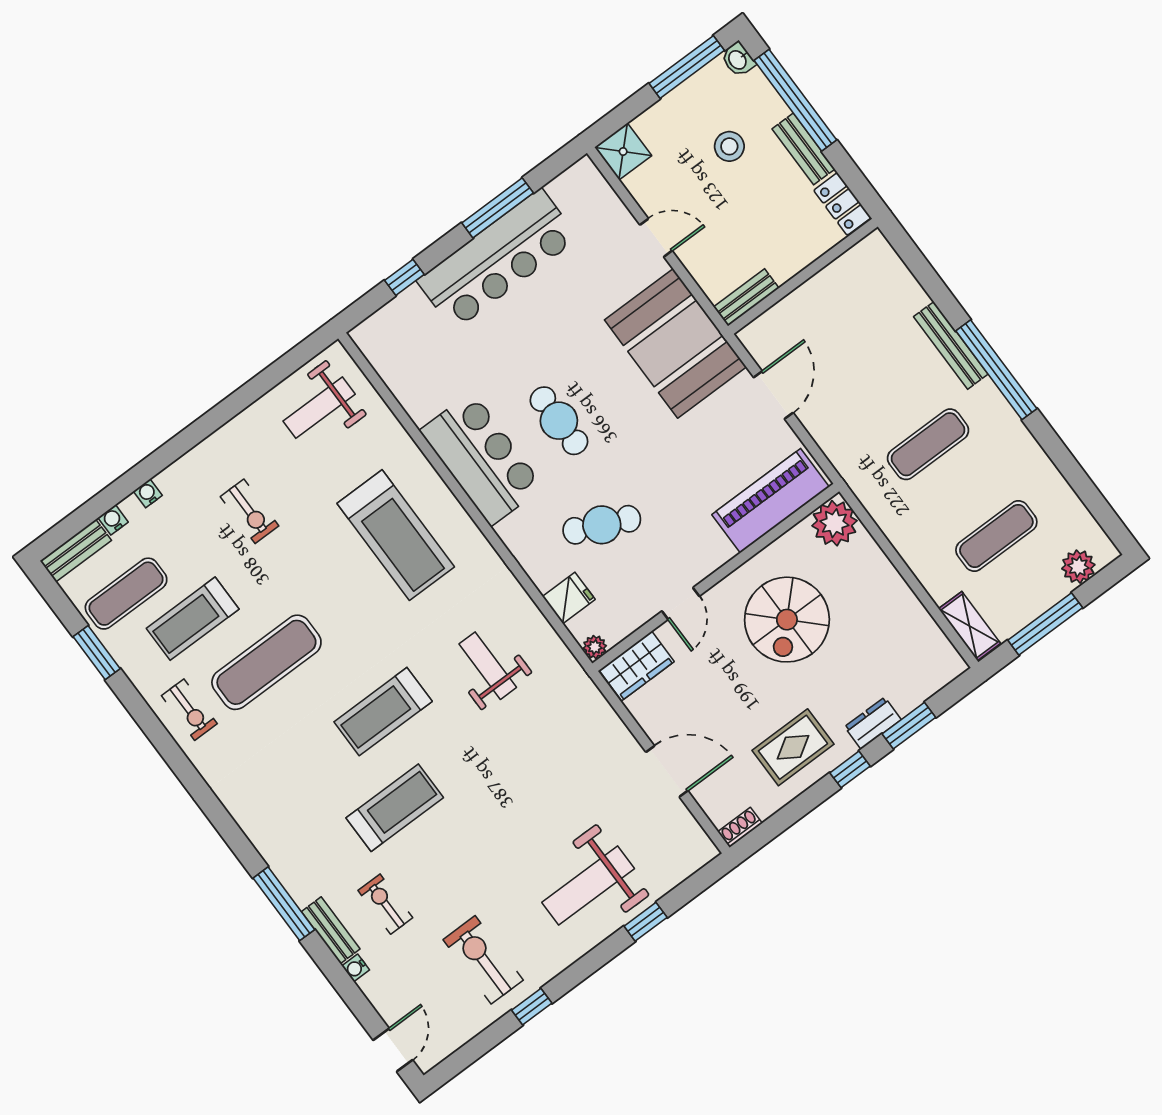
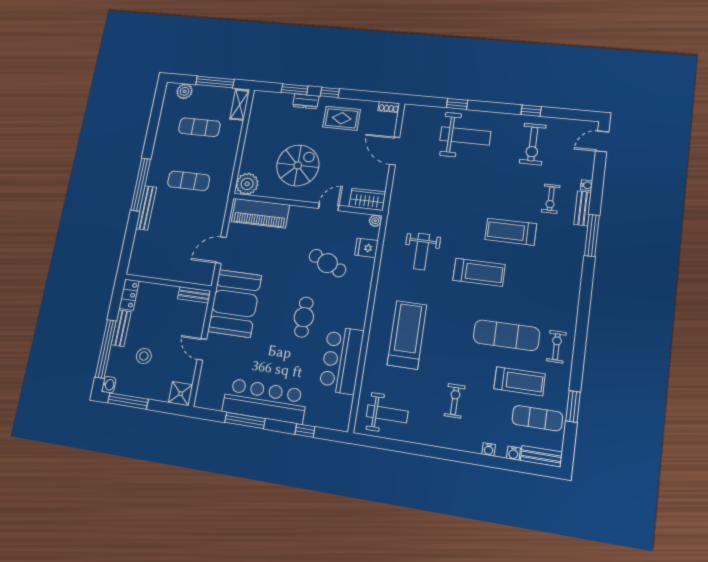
bar counter: (482, 459) -> (341, 360), moved

